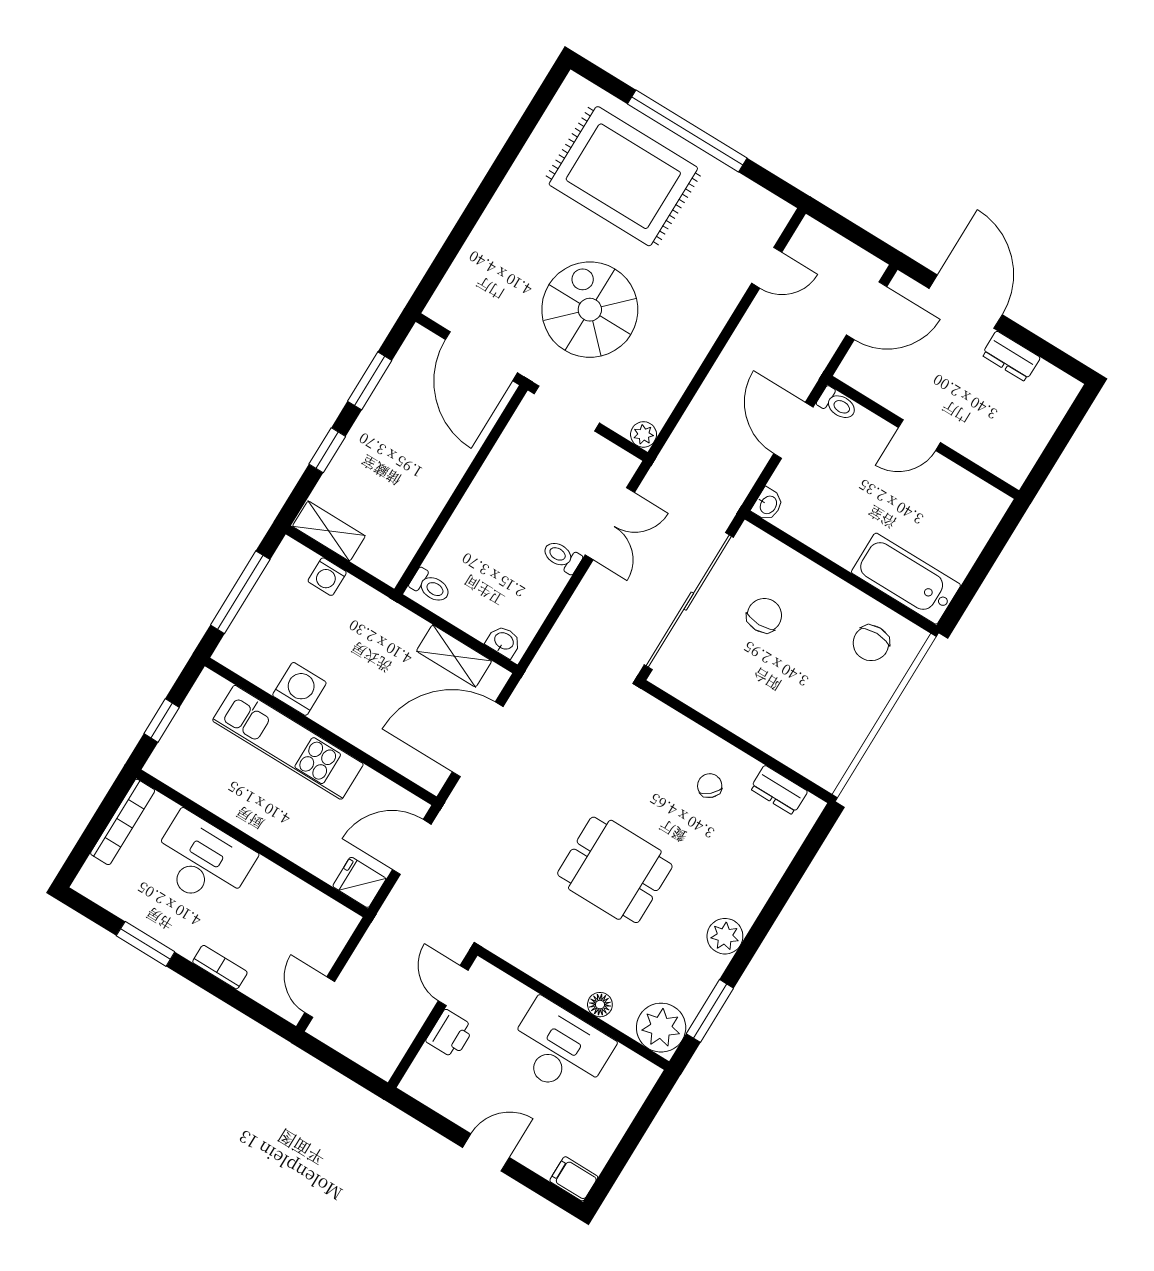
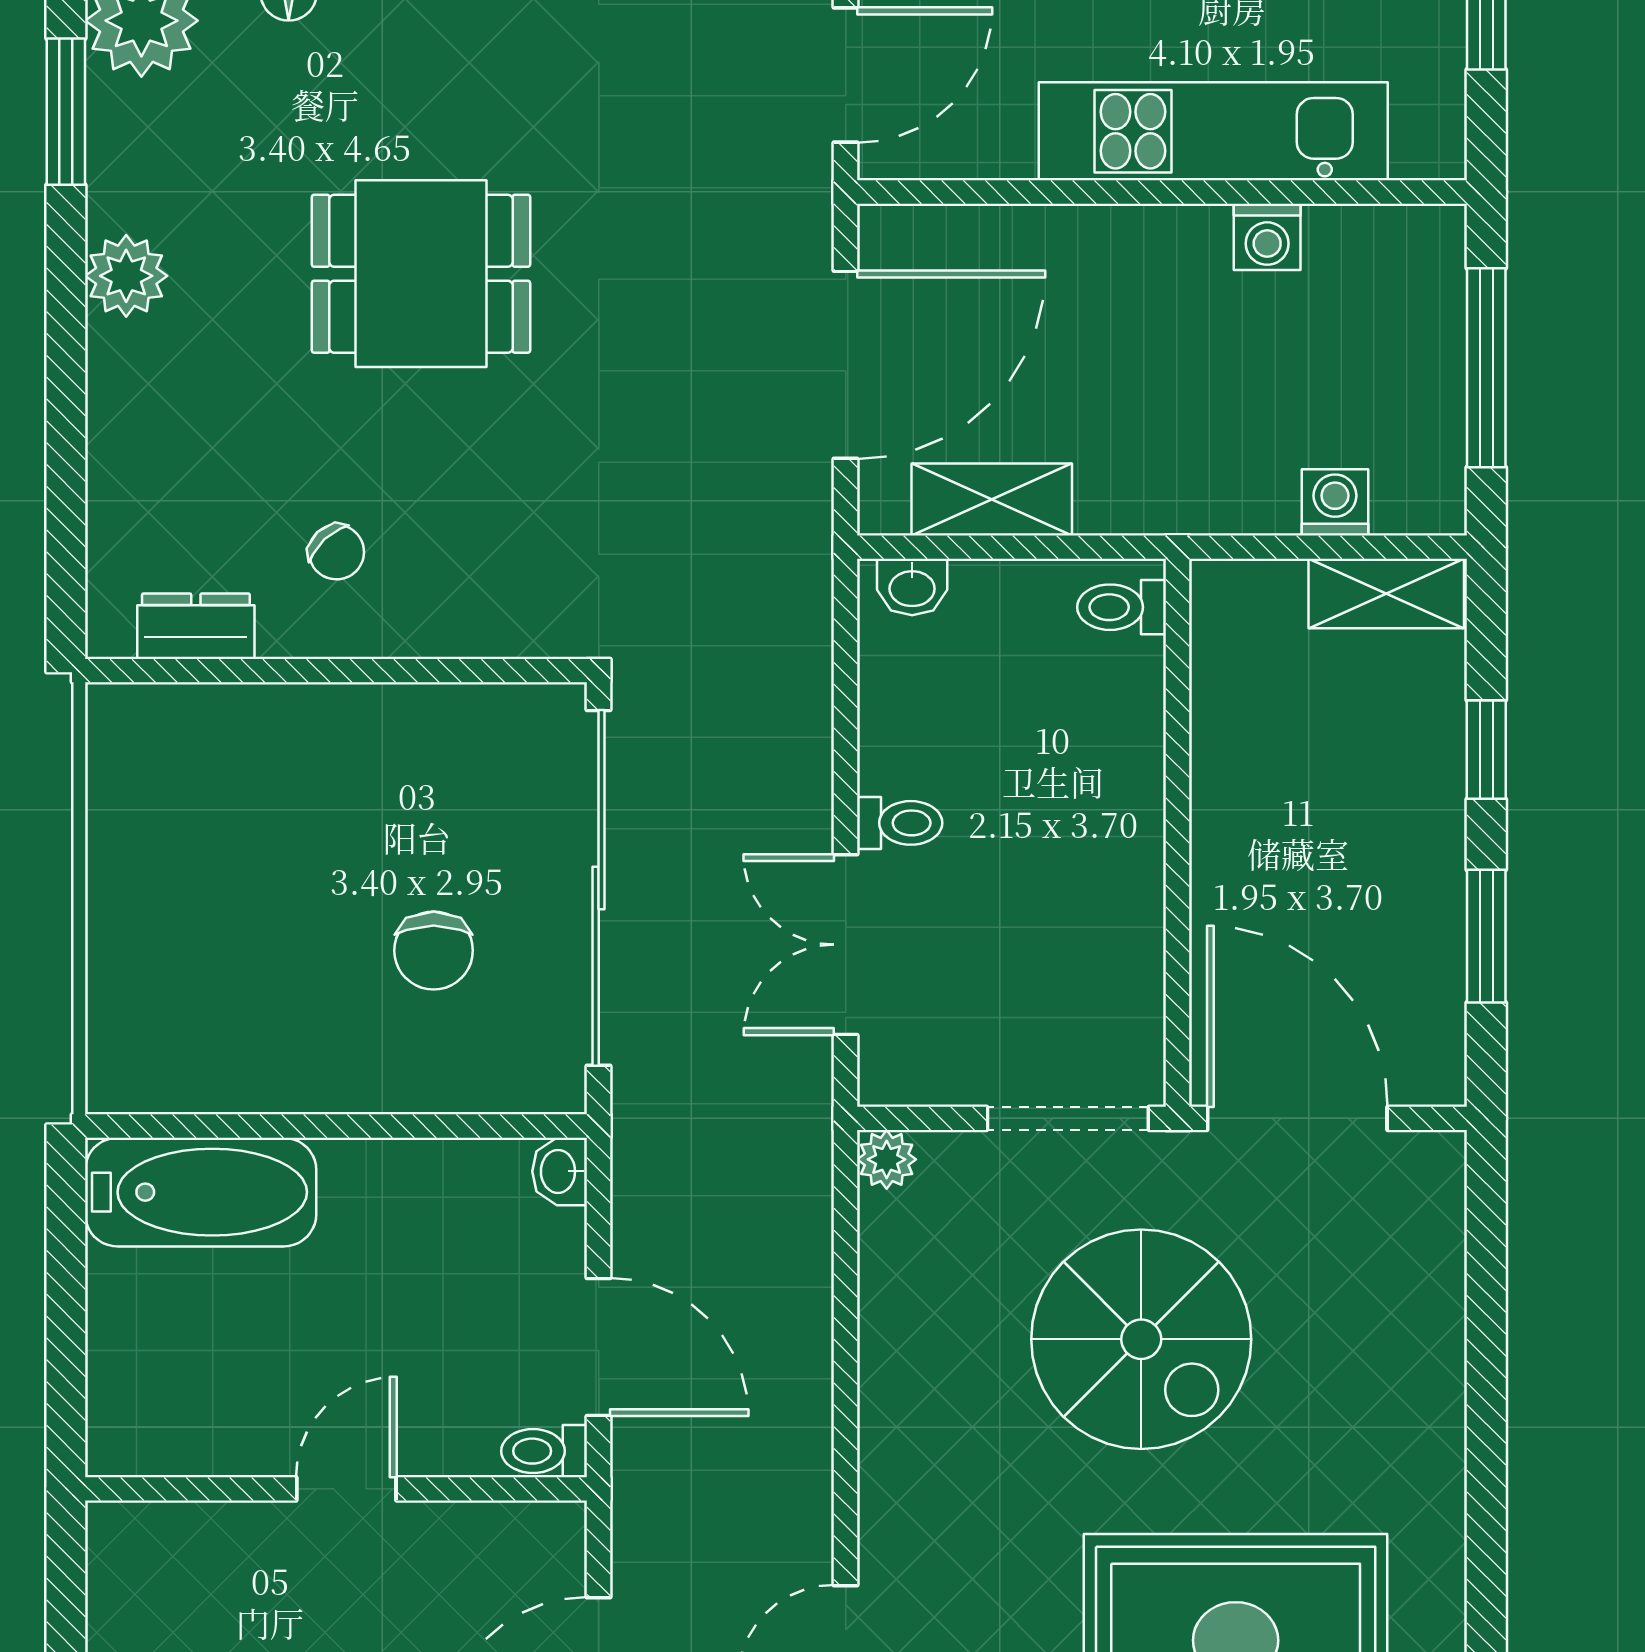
chair: (871, 643) -> (192, 1024), removed
washing machine: (299, 689) -> (1267, 237), width x0.73, depth x0.73

